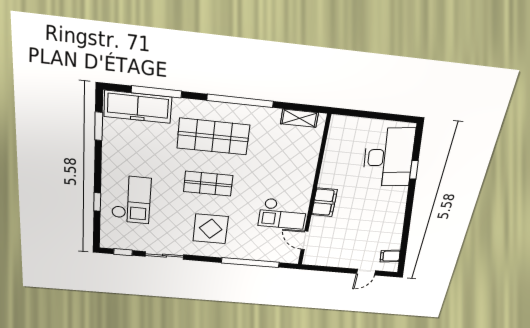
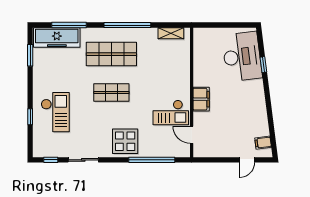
display table: (211, 229) -> (125, 141), moved

